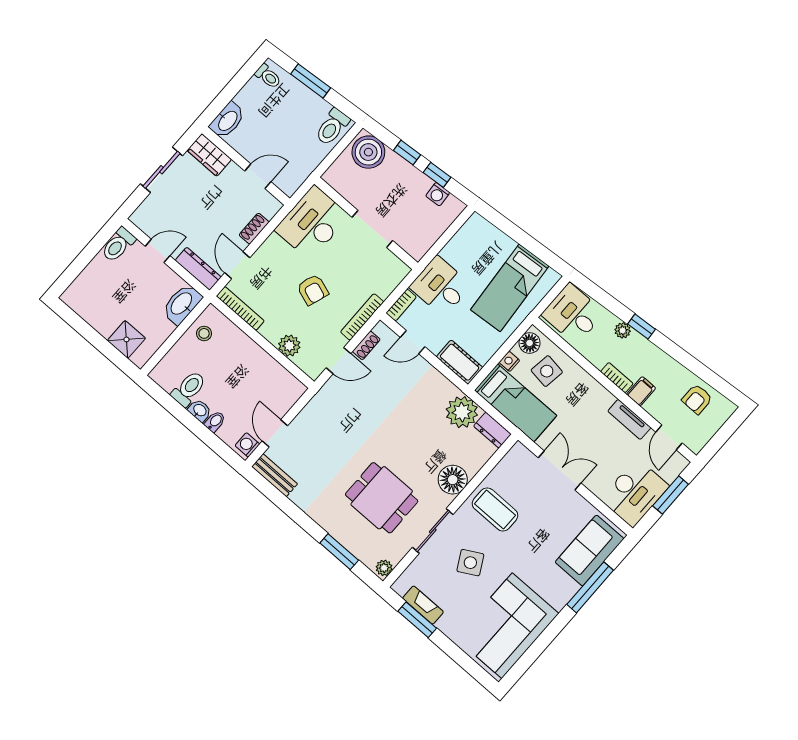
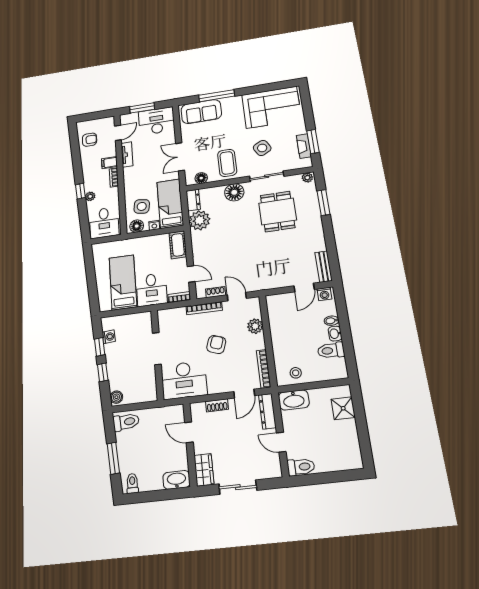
boiler: (368, 152) -> (116, 397), width x0.54, depth x0.54
bed: (510, 288) -> (123, 282), moved, turned -85
floor lamp: (508, 465) -> (201, 178), added

